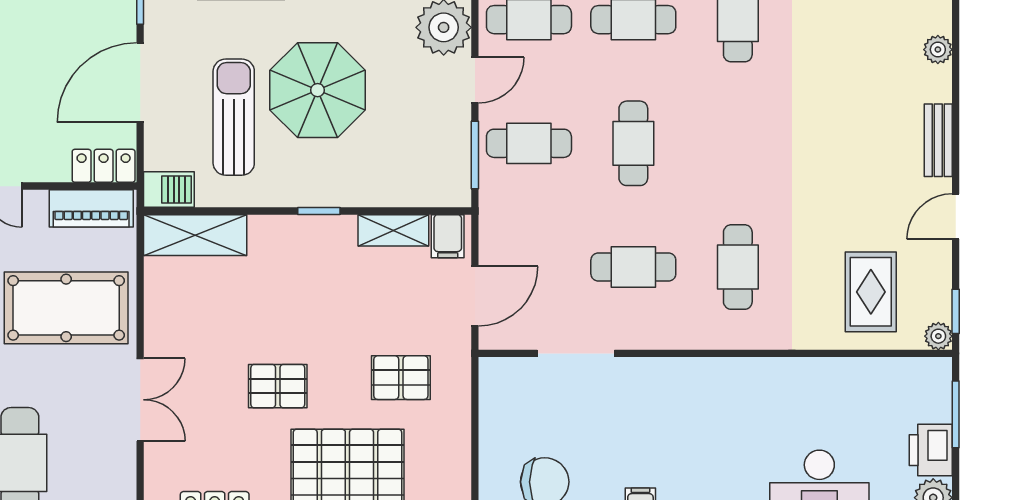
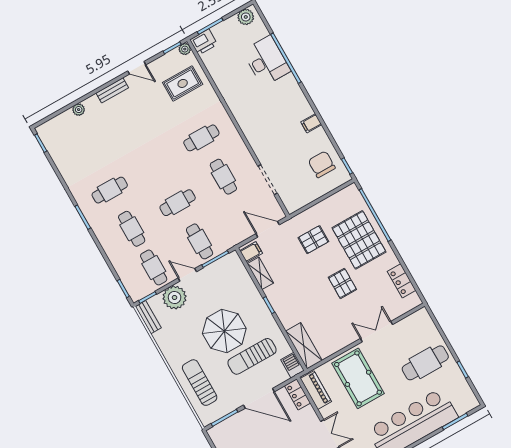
pallet: (401, 378) -> (313, 240), turned 90
printer: (931, 450) -> (204, 42), moved

